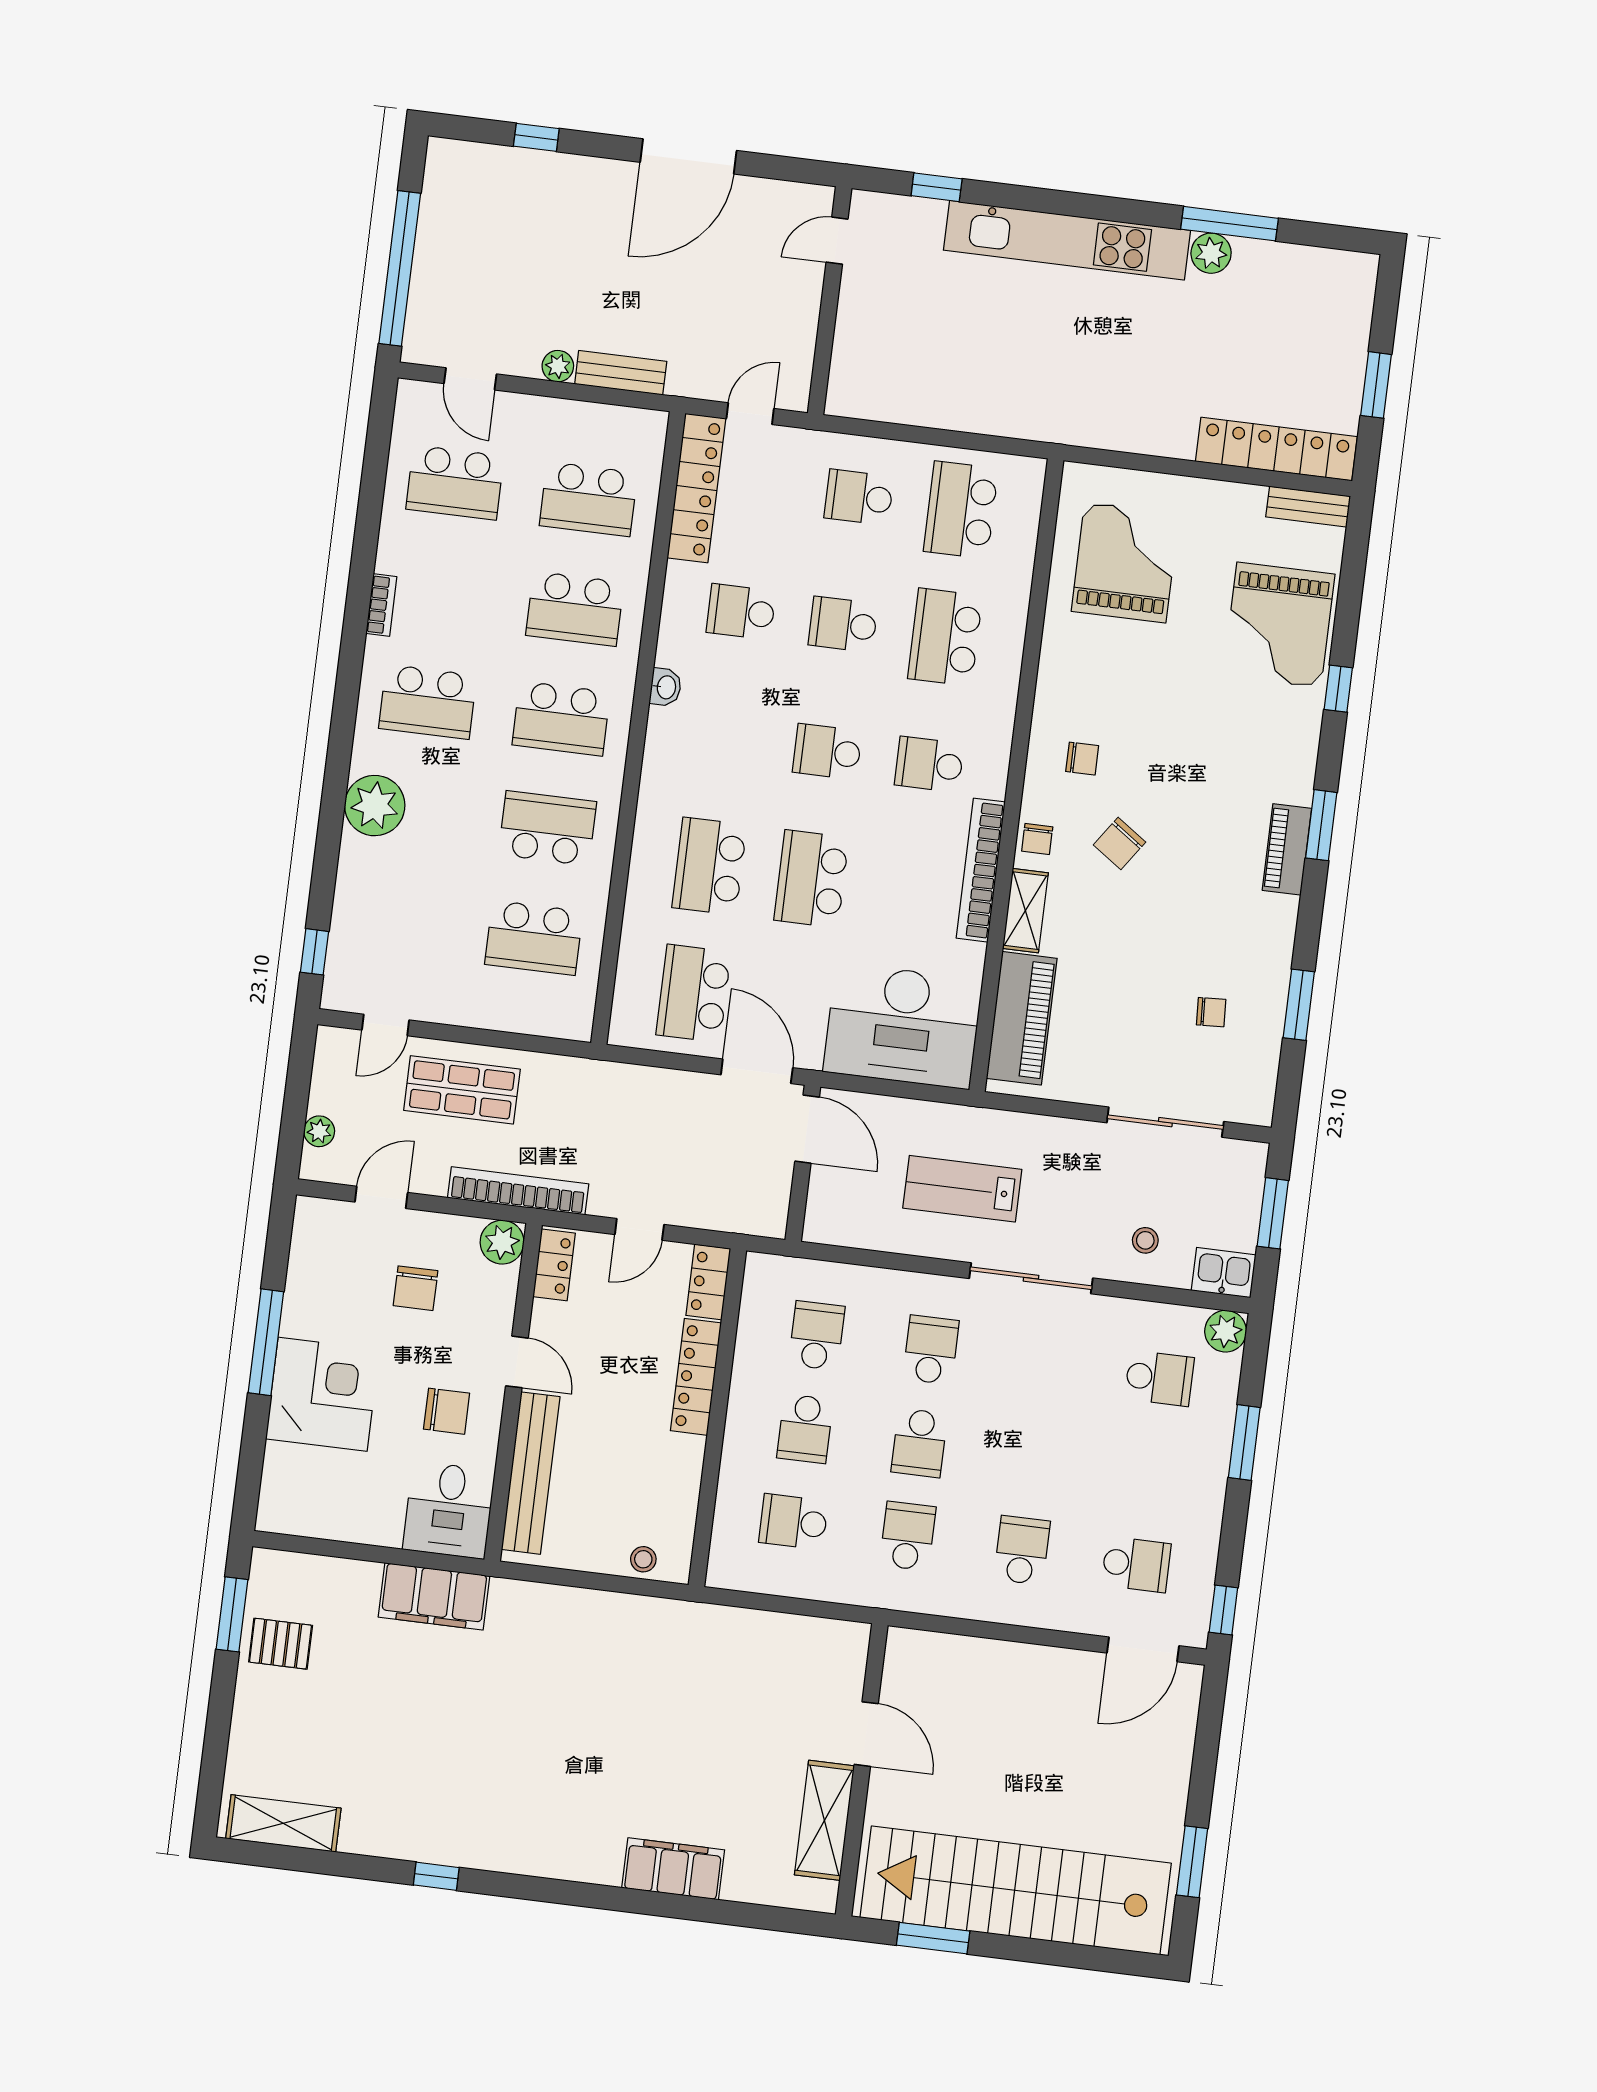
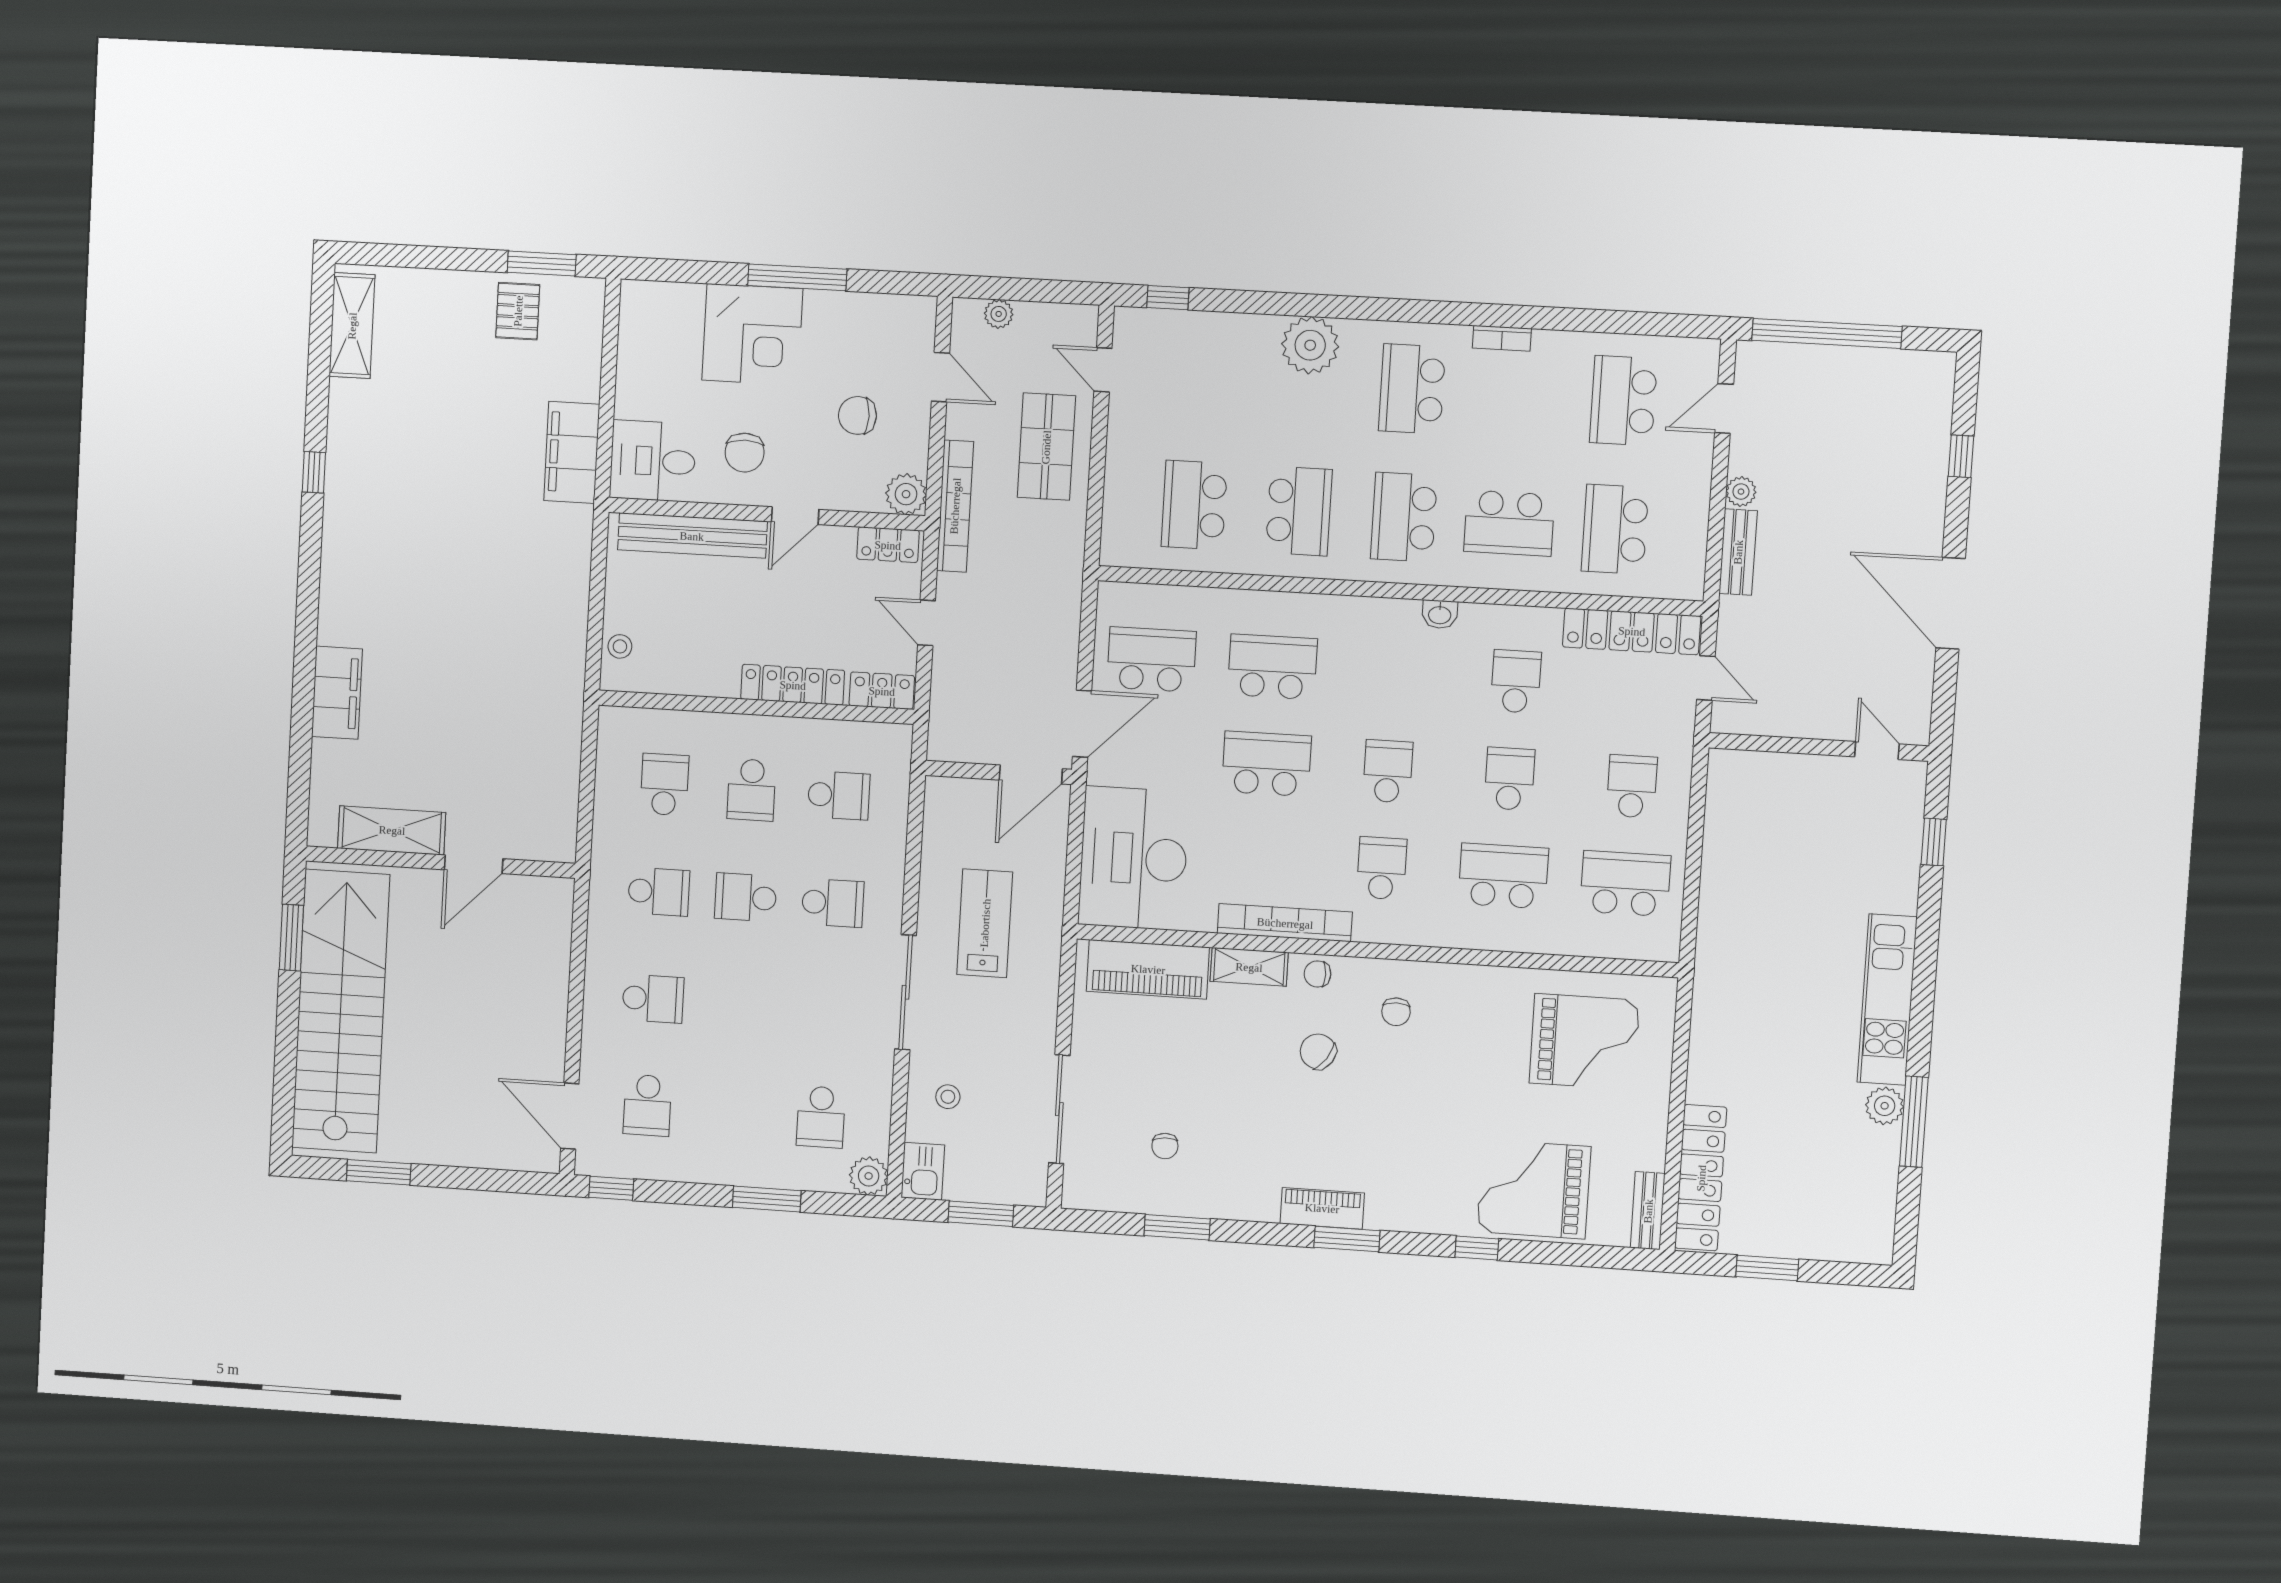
kitchen unit: (1067, 240) -> (1887, 999), width x0.73
school desk: (575, 609) -> (1509, 523), turned -90
school desk: (805, 1429) -> (751, 790), turned -90

